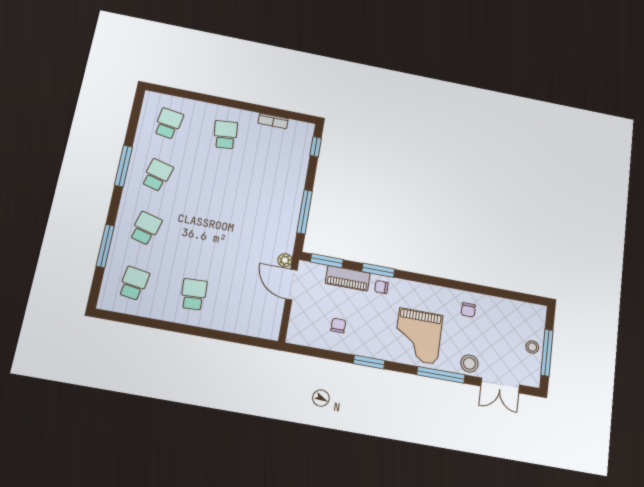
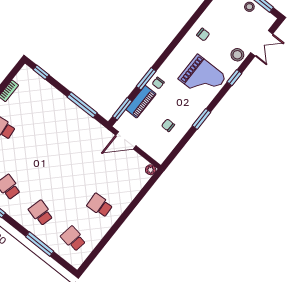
plant: (285, 260) -> (151, 170), moved
window: (441, 375) -> (234, 78), width x0.46

